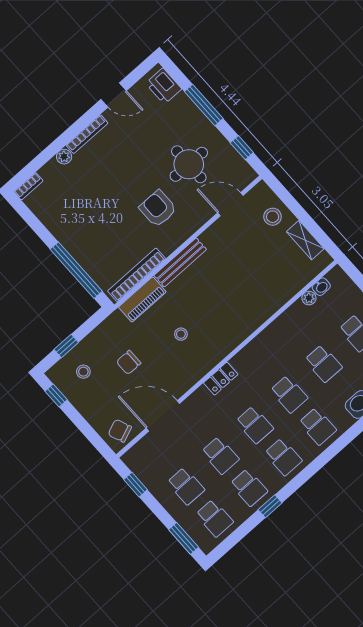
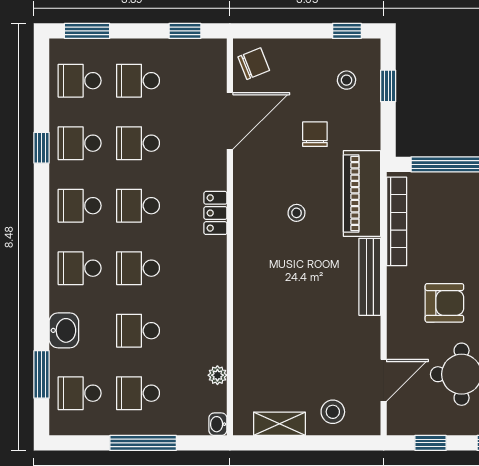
washbasin: (321, 287) -> (218, 424), moved
piano: (142, 299) -> (362, 193), width x1.37, depth x1.33

